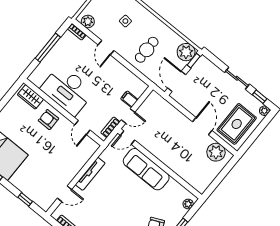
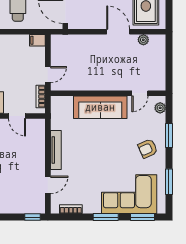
filing cabinet: (129, 99) -> (37, 40), moved
door: (128, 138) -> (140, 93), moved
plant: (216, 152) -> (143, 40), width x0.53, depth x0.53
window: (25, 199) -> (33, 217), moved

